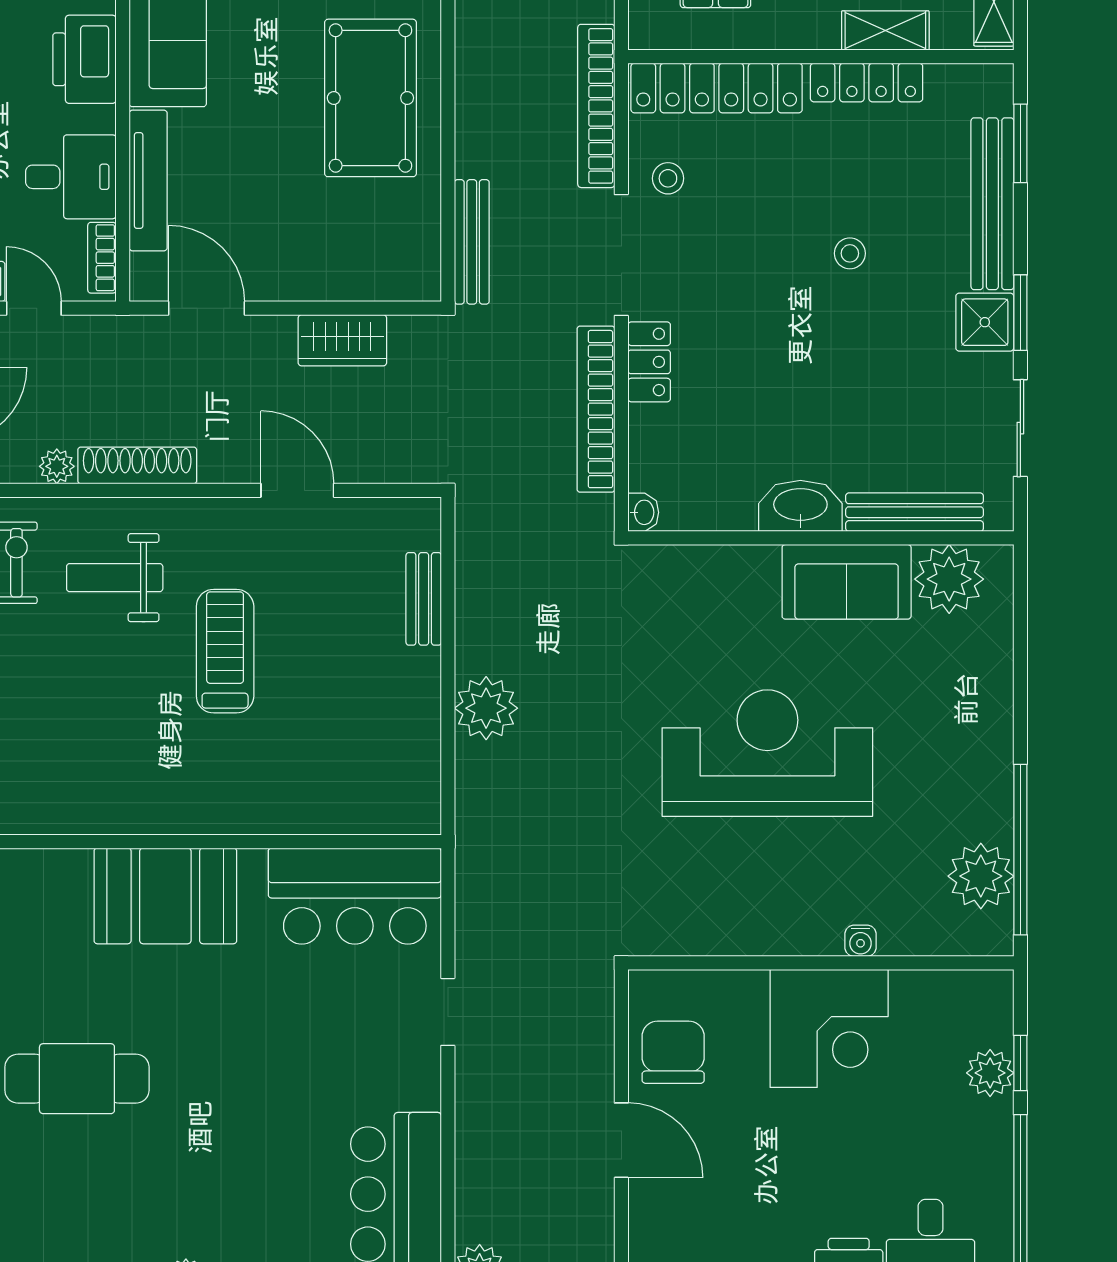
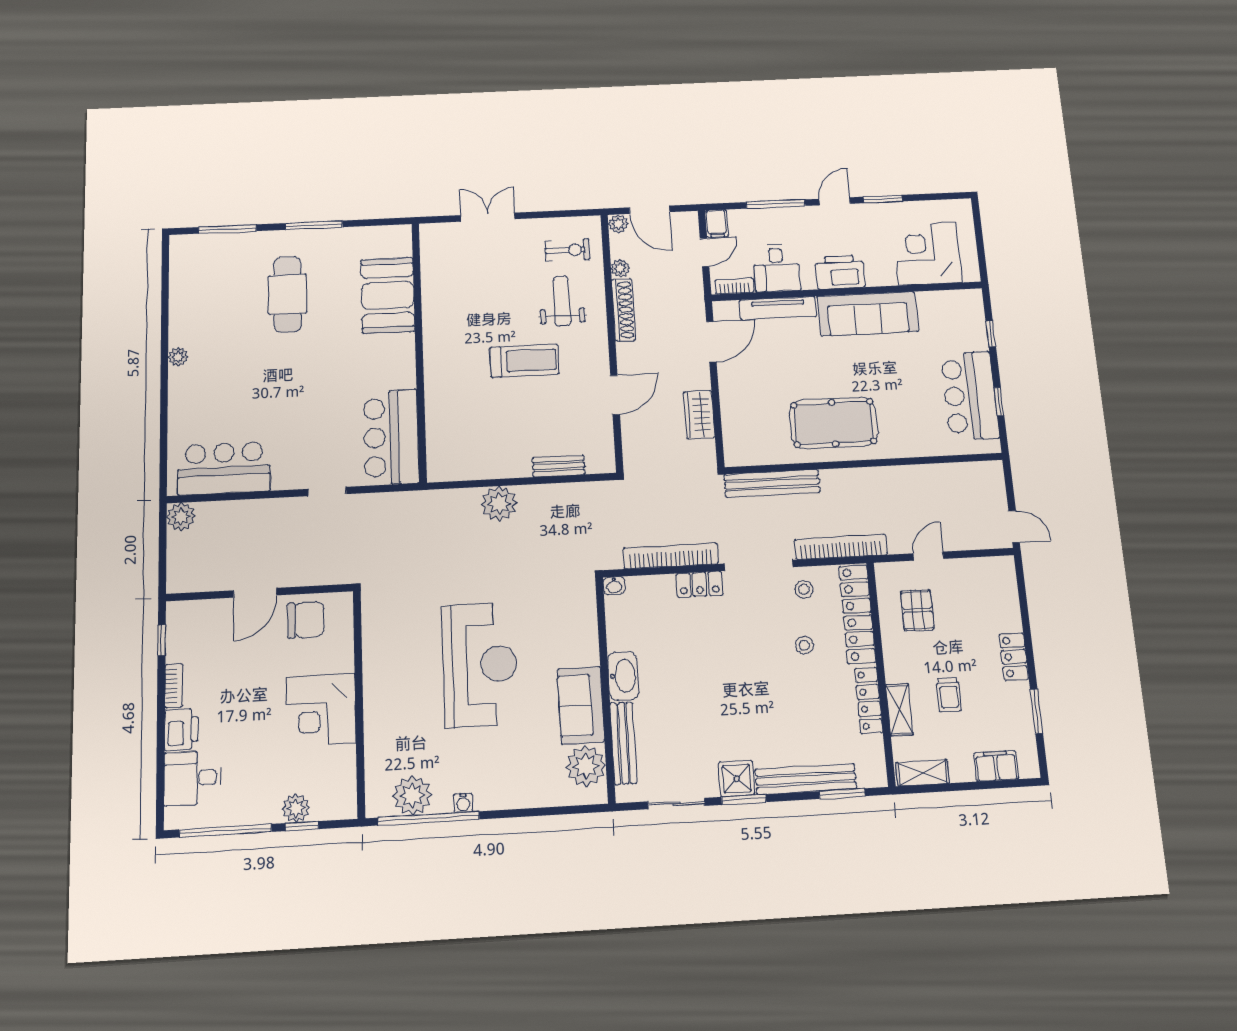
bench: (472, 242) -> (772, 483), width x1.37, depth x1.21
stool: (850, 253) -> (804, 645), moved
booth: (165, 896) -> (388, 295), moved
water cooler: (860, 941) -> (463, 803), moved, turned -90

